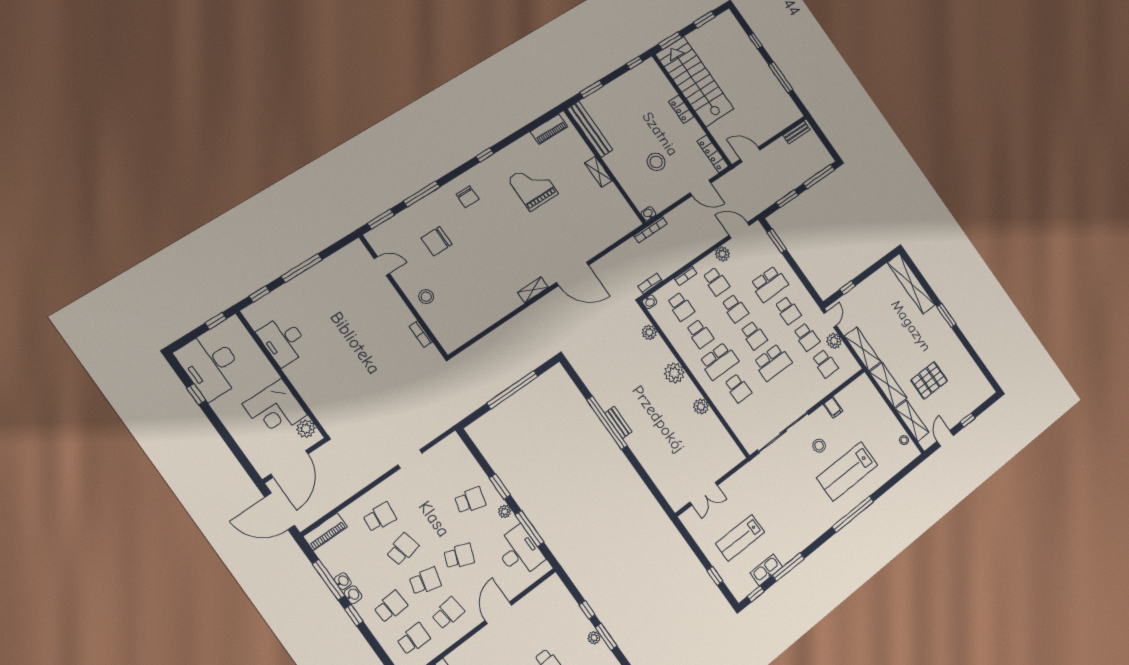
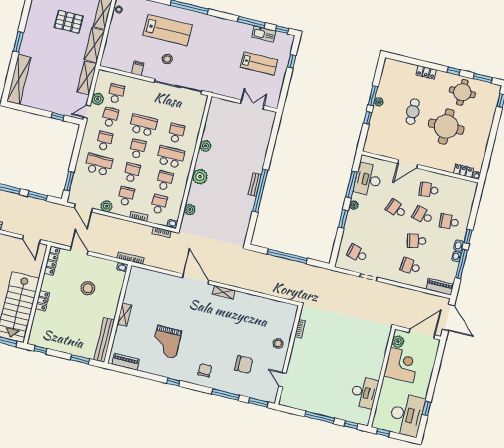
school desk: (470, 500) -> (357, 253), moved
school desk: (414, 639) -> (455, 196), removed

